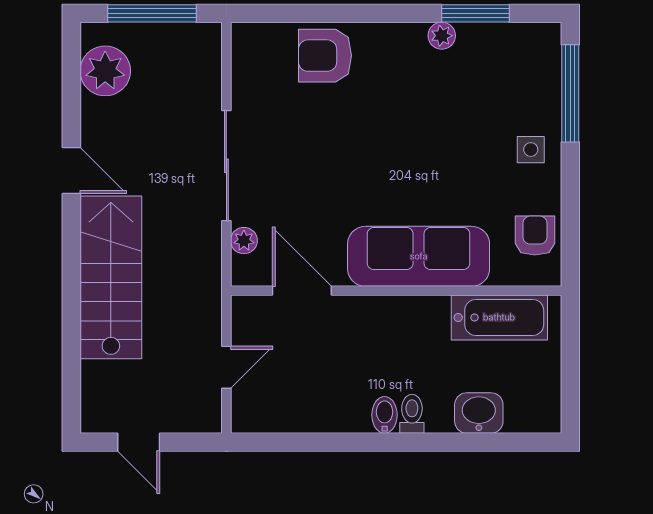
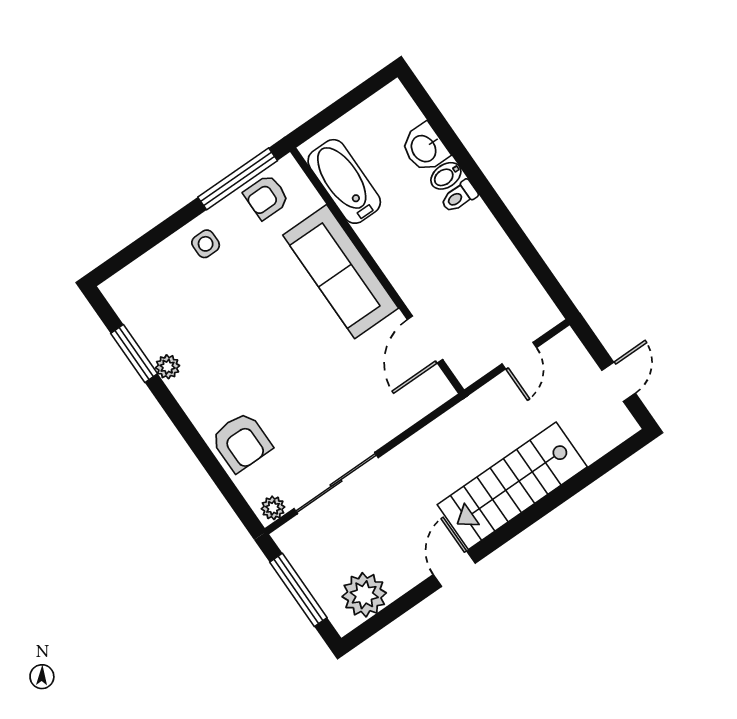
window: (570, 93) -> (238, 179), moved
sliding door: (226, 166) -> (336, 483), moved
plant: (244, 241) -> (273, 508), moved
door: (226, 367) -> (519, 356), swing flipped
bidet: (385, 415) -> (446, 176), moved

